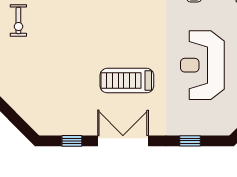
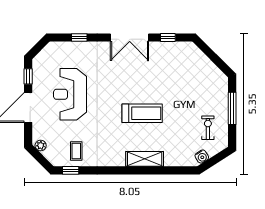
reception desk: (202, 65) -> (70, 94), turned 180
treadmill: (127, 81) -> (142, 113), moved

